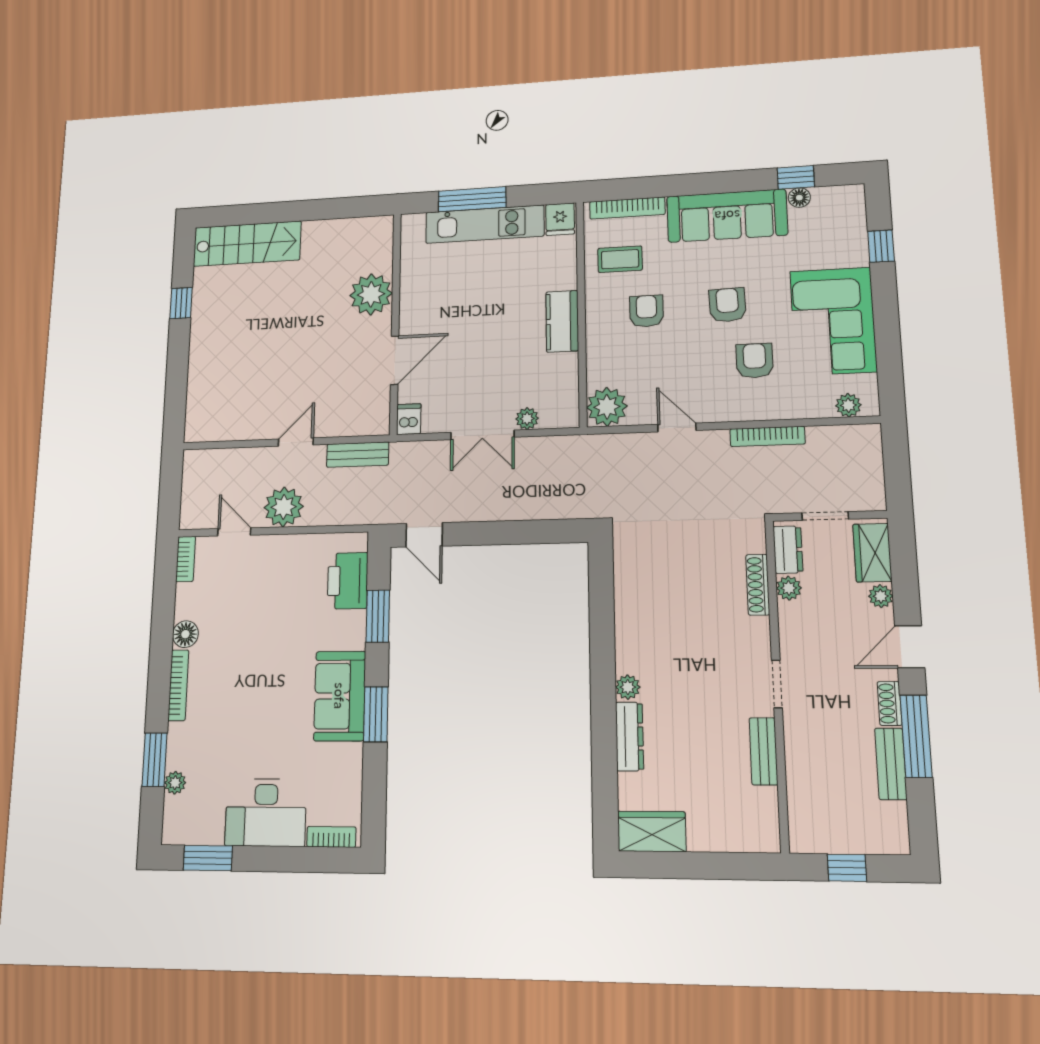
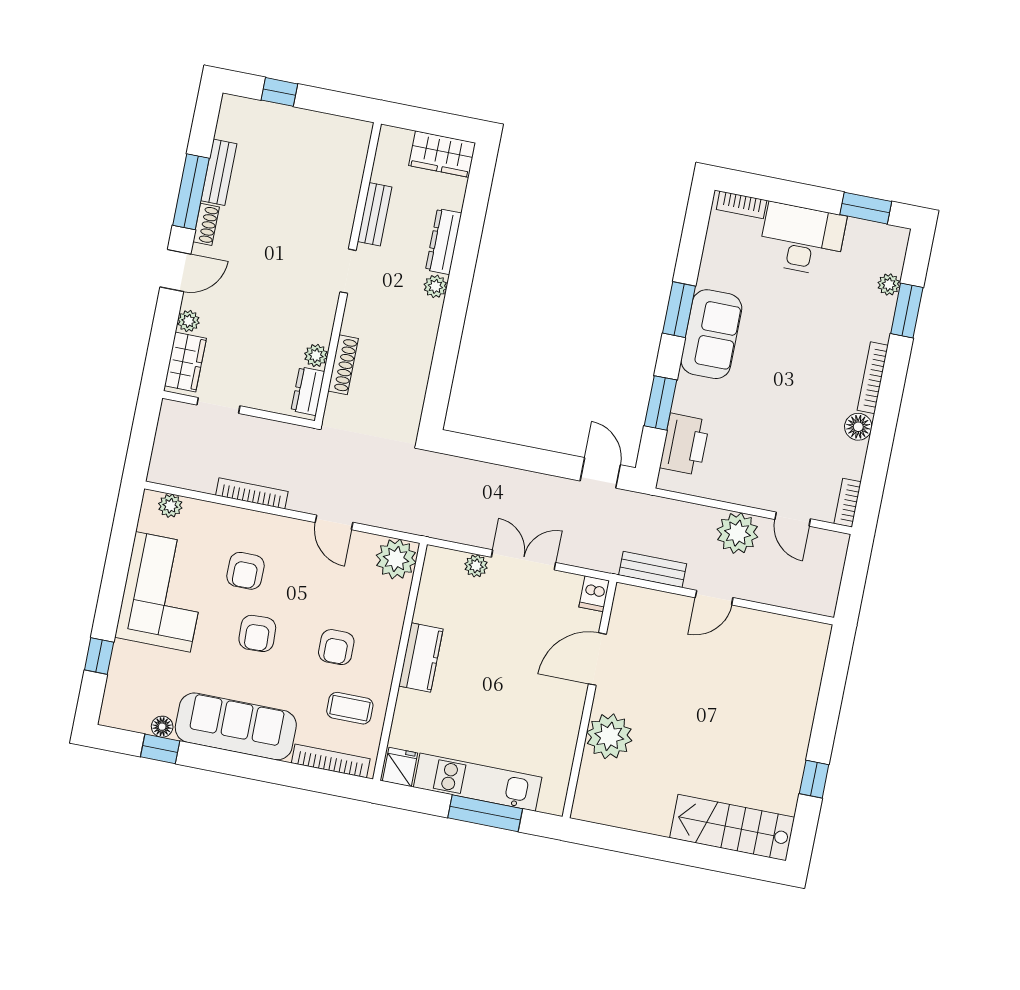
dresser: (788, 550) -> (308, 391), moved
shoe rack: (758, 585) -> (343, 365), moved
plant: (789, 588) -> (316, 356), moved
wall: (777, 683) -> (348, 272), moved
doorway: (777, 684) -> (348, 271), moved
bench: (763, 751) -> (375, 214), moved

